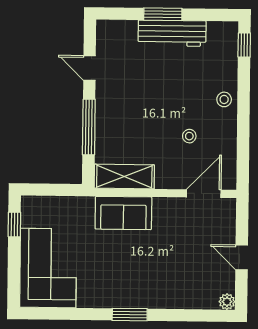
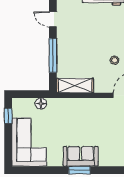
floor lamp: (68, 205) -> (41, 104), added
sofa: (123, 213) -> (81, 156), moved, turned 180

